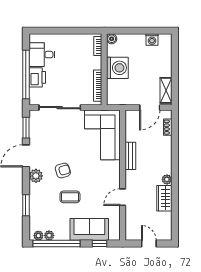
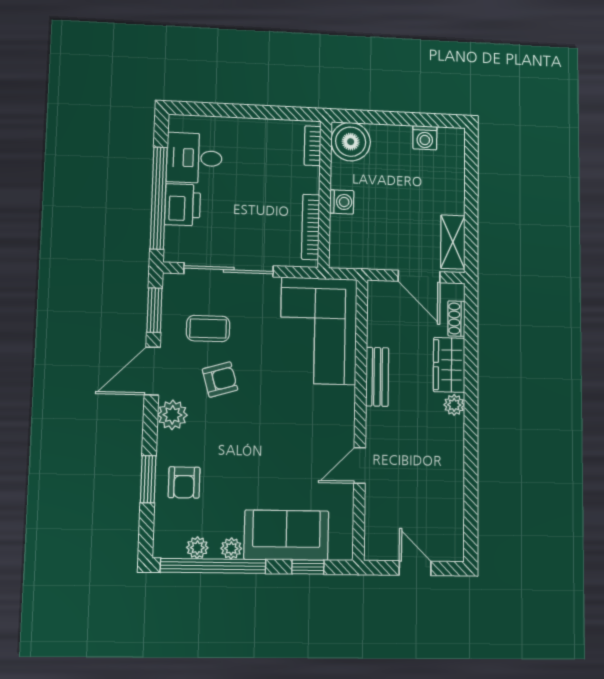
boiler: (112, 39) -> (351, 142), width x1.86, depth x1.86
washing machine: (117, 68) -> (342, 202), width x0.53, depth x0.53
door: (150, 108) -> (419, 276), hinge flipped
armchair: (63, 170) -> (220, 379), moved
plant: (167, 179) -> (454, 405), moved
coffee table: (70, 197) -> (208, 328), moved
wardrobe: (164, 198) -> (449, 365), moved
armchair: (42, 206) -> (184, 482), added
plant: (38, 236) -> (231, 548), moved

